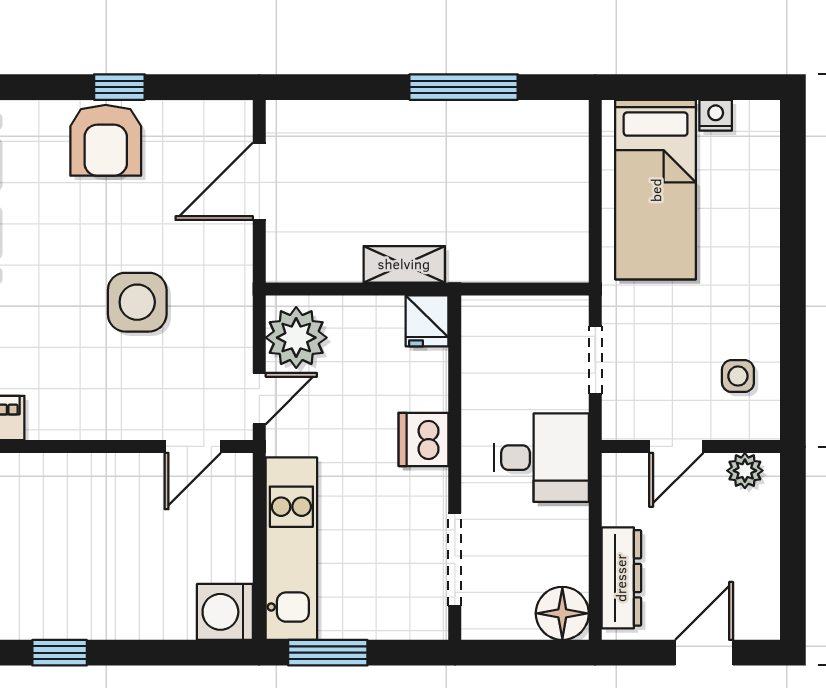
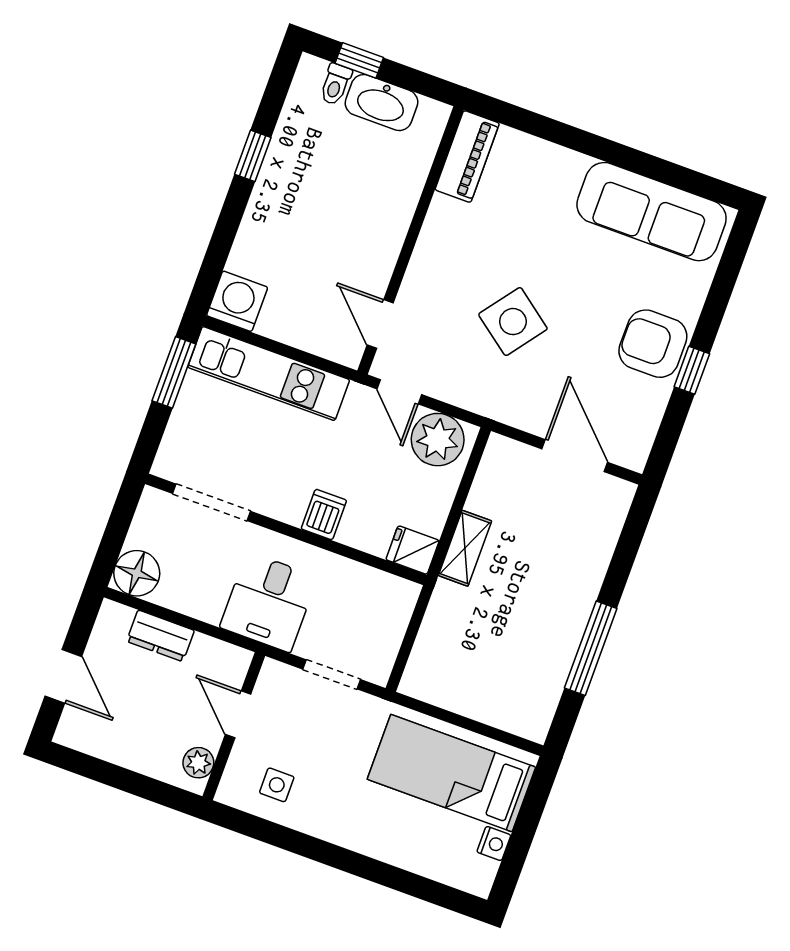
side table: (137, 302) -> (513, 322), turned 37
dishwasher: (424, 439) -> (324, 515), width x0.73
dresser: (621, 578) -> (160, 636), width x0.70

